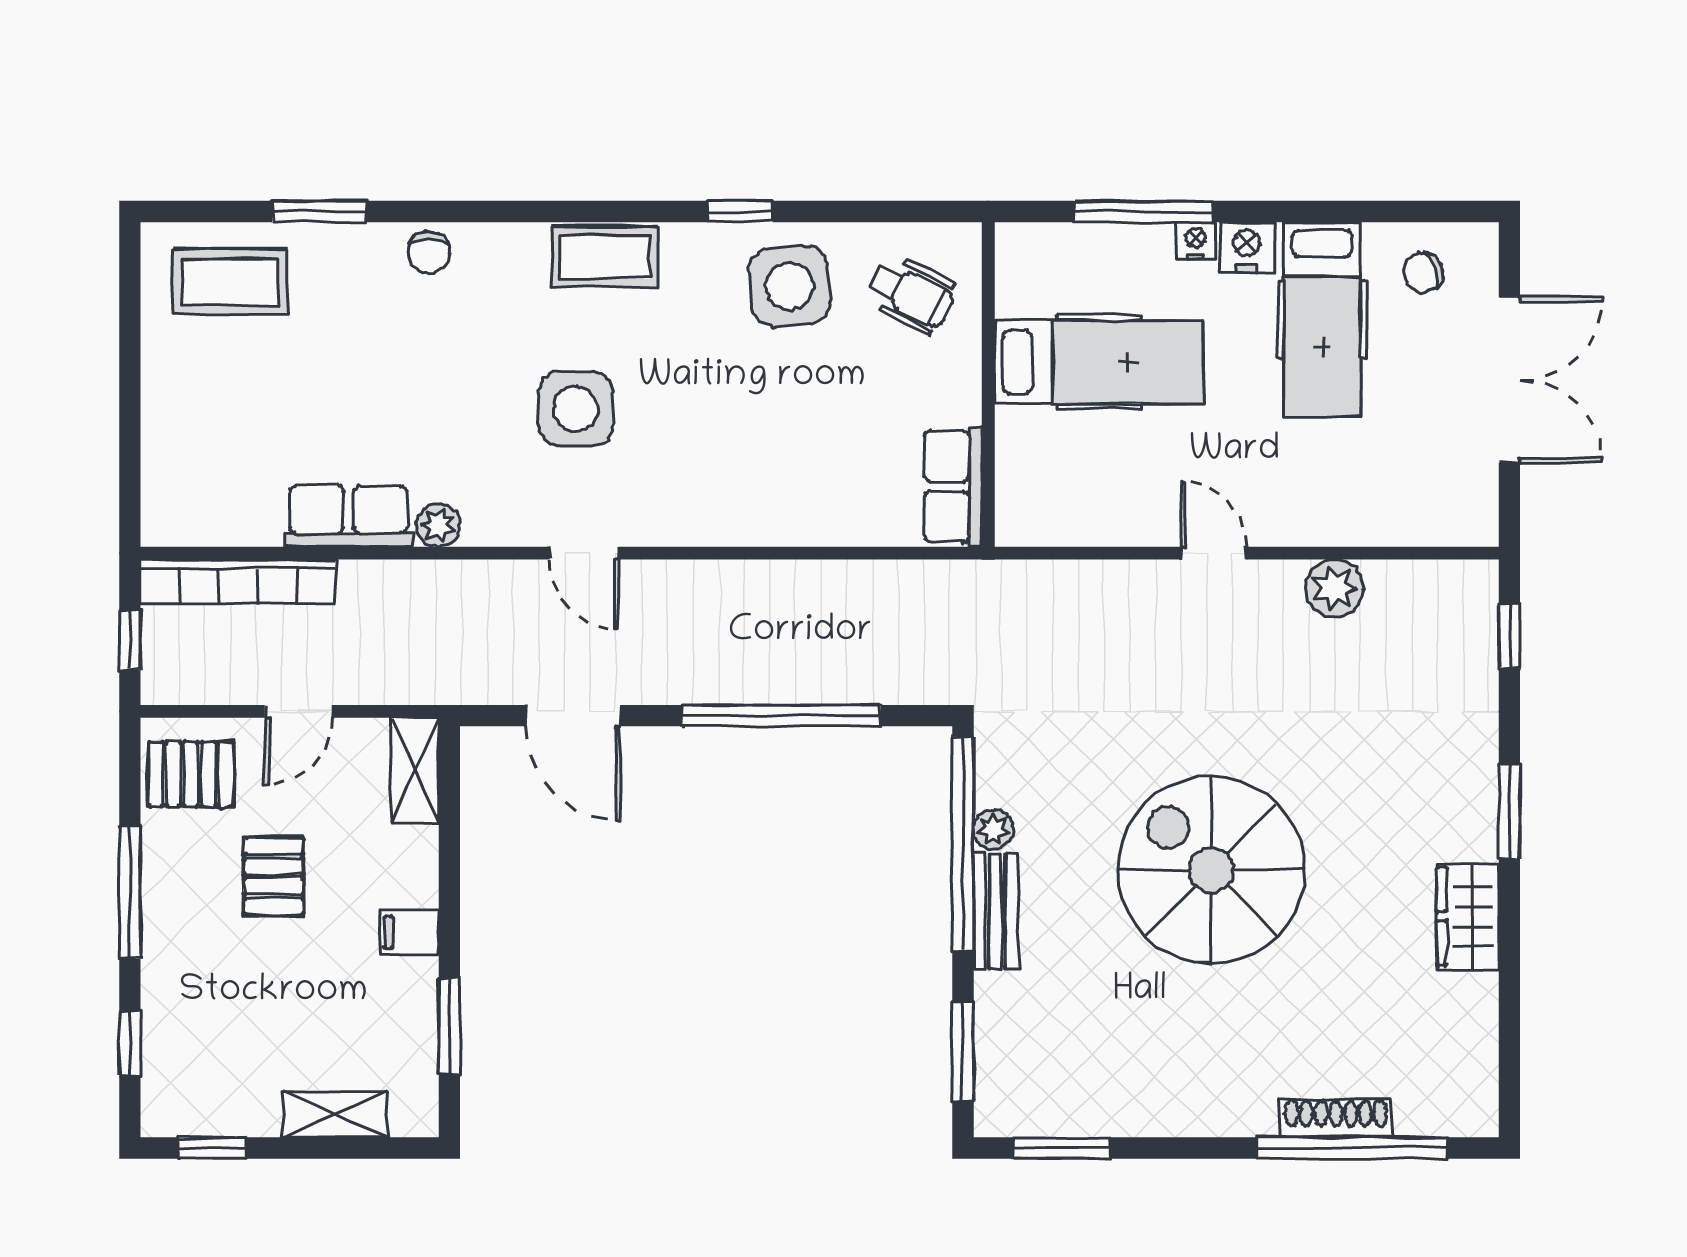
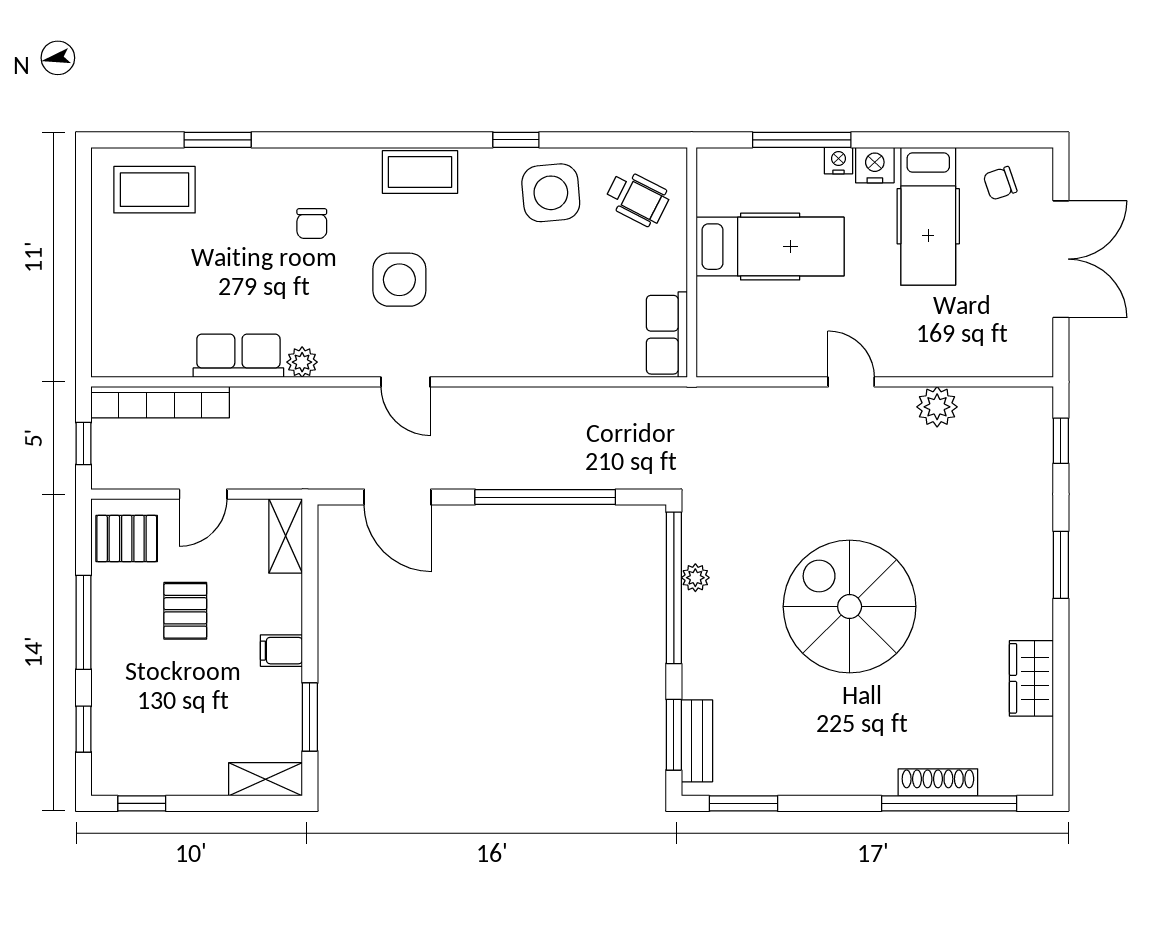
chair: (429, 252) -> (312, 224), moved
bench: (996, 911) -> (697, 741), moved
wardrobe: (1468, 916) -> (1031, 678), moved
shelving: (335, 1114) -> (266, 779), moved

